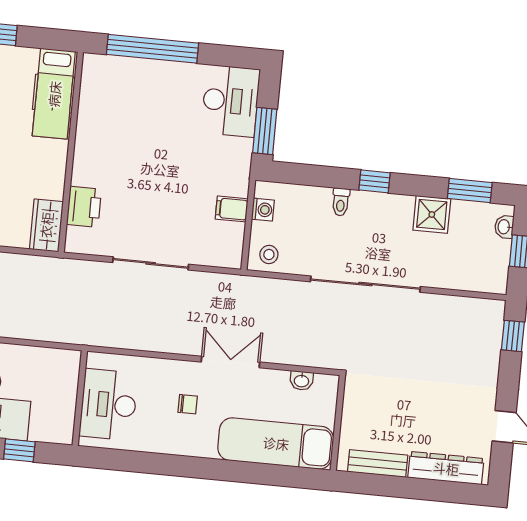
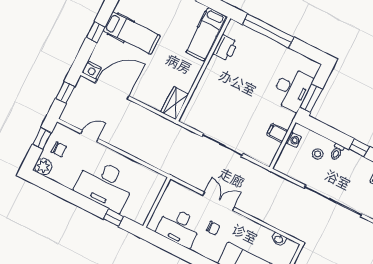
desk: (231, 101) -> (292, 89), moved
printer: (84, 207) -> (226, 48), moved
stool: (269, 255) -> (318, 154), moved
double door: (230, 362) -> (218, 201), moved
desk: (109, 405) -> (179, 227), moved, turned -90

